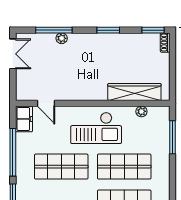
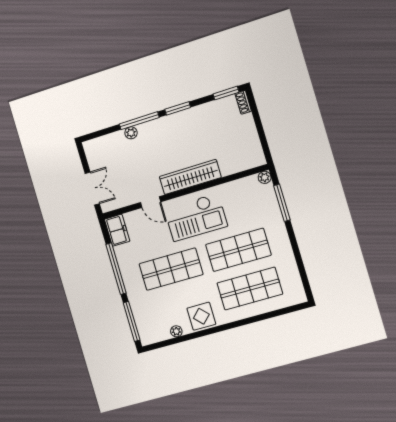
window: (54, 30) -> (139, 121), moved
double door: (13, 54) -> (92, 189), moved
wardrobe: (134, 92) -> (190, 177), moved
door: (46, 103) -> (151, 202), moved
plant: (141, 111) -> (265, 177), moved

